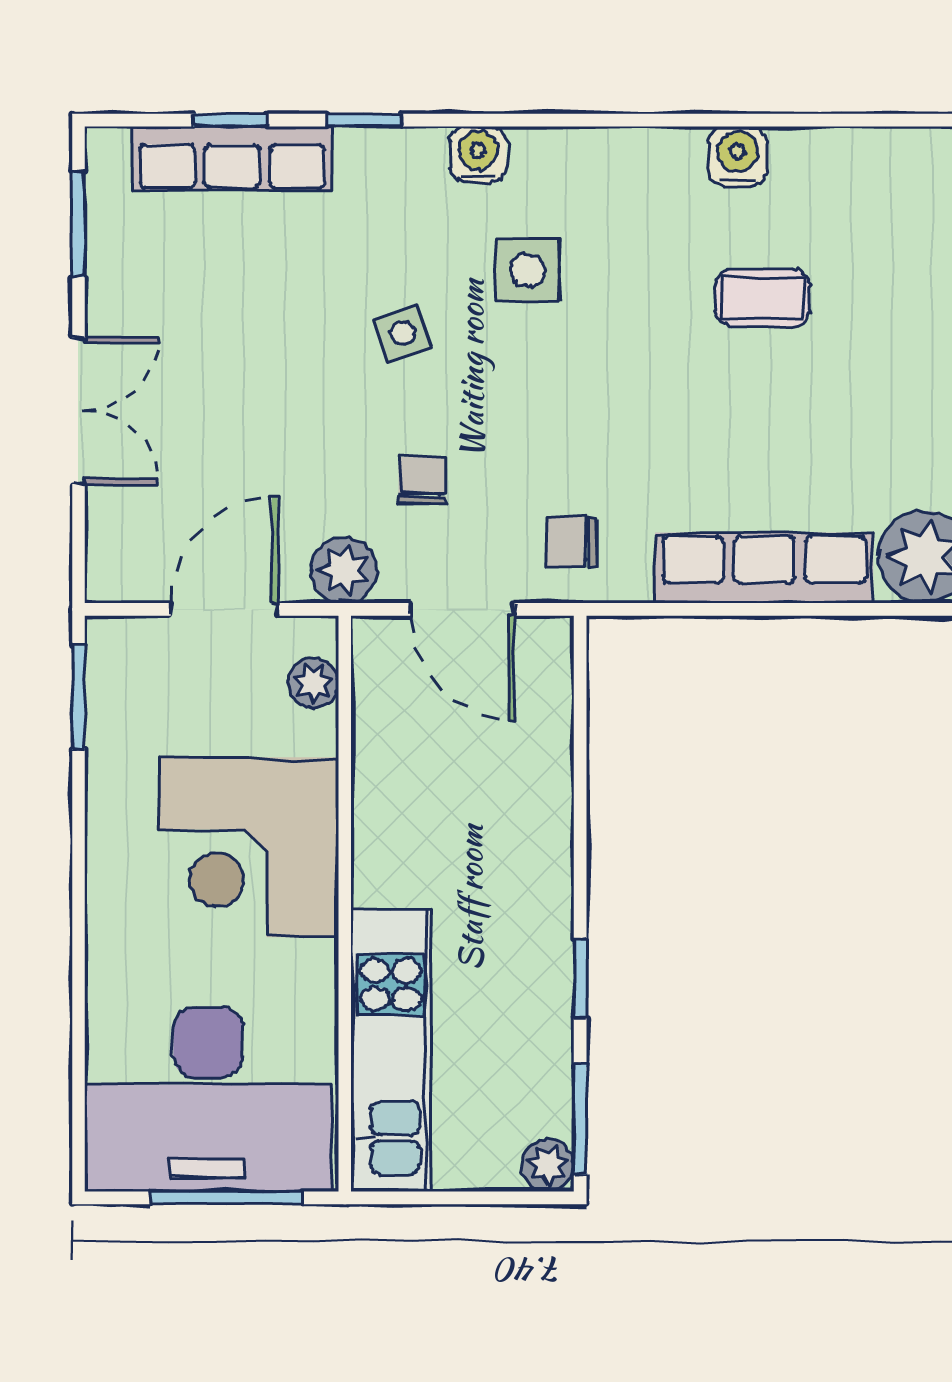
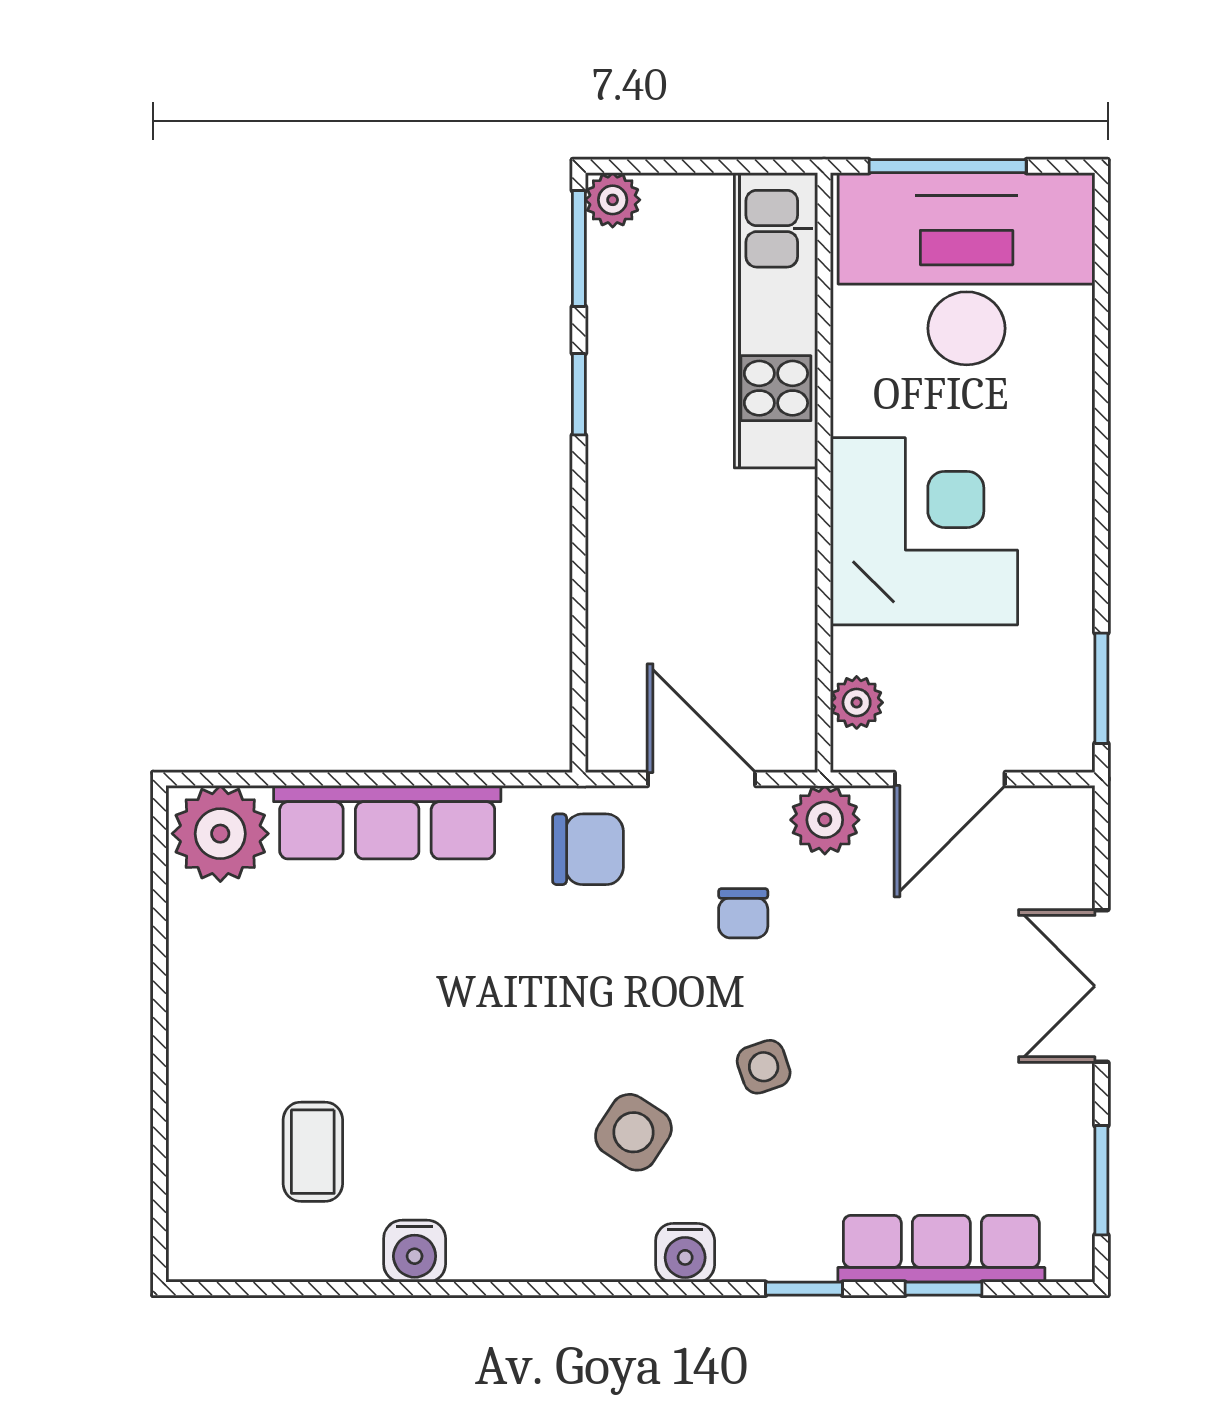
side table: (528, 270) -> (633, 1132), turned 33
coffee table: (762, 298) -> (313, 1152), moved, turned 90
chair: (571, 542) -> (588, 849), width x1.37, depth x1.37

